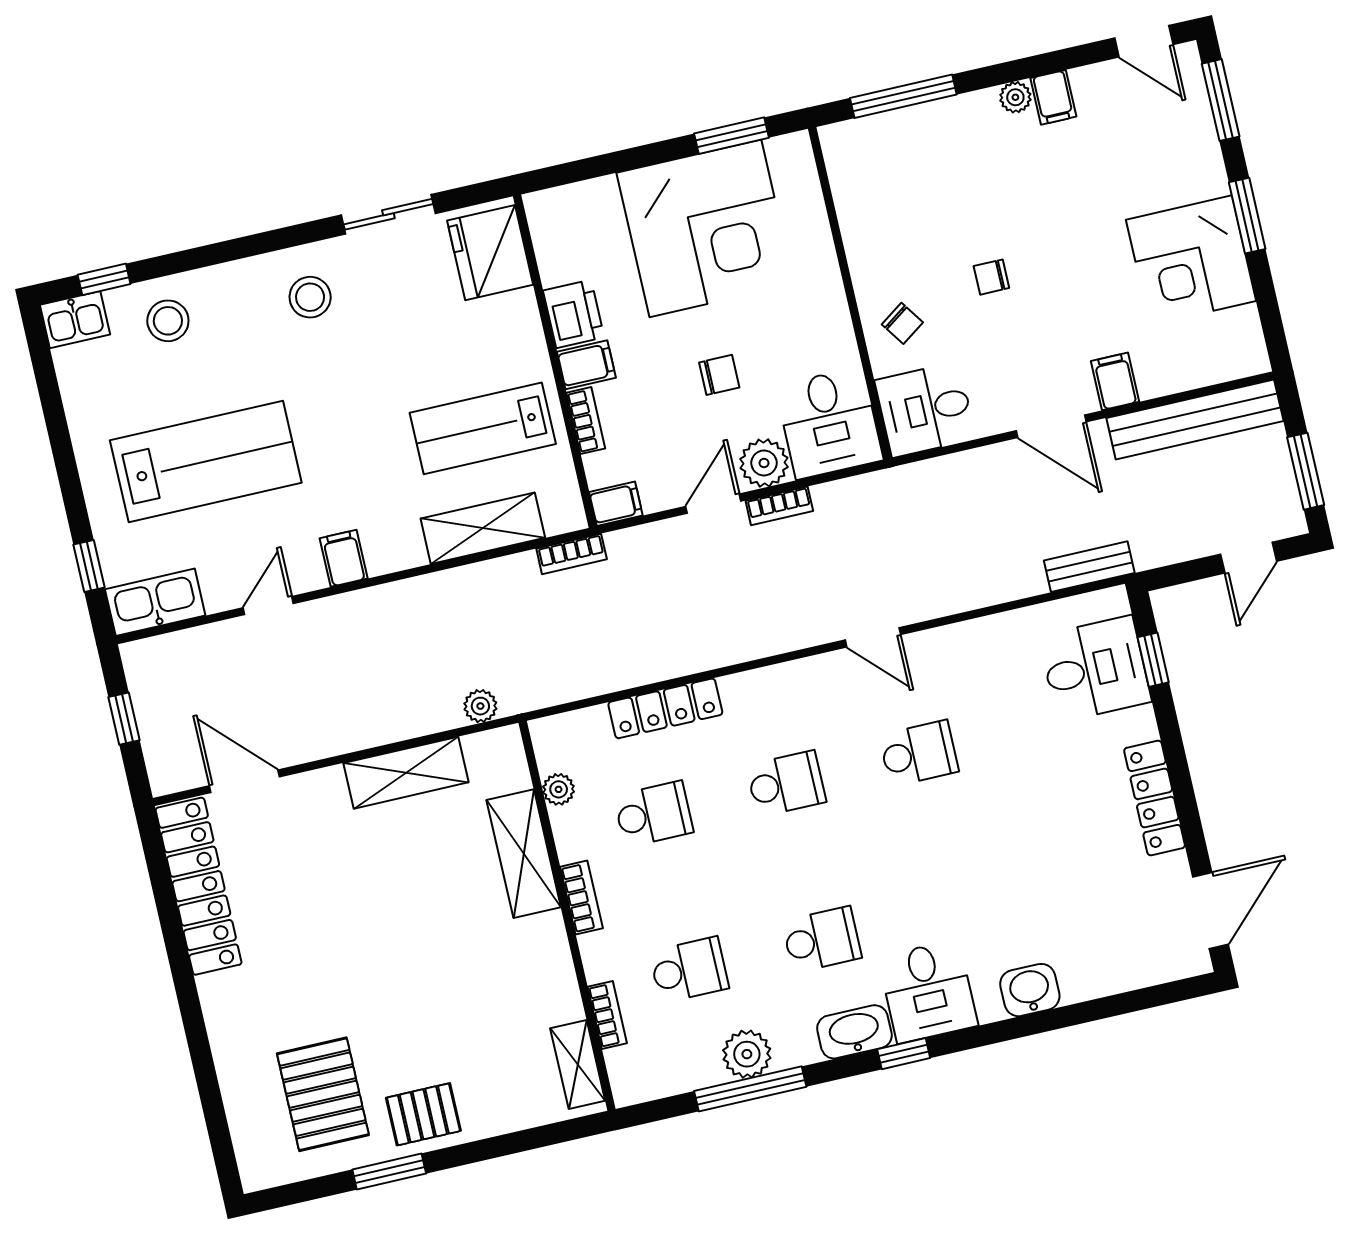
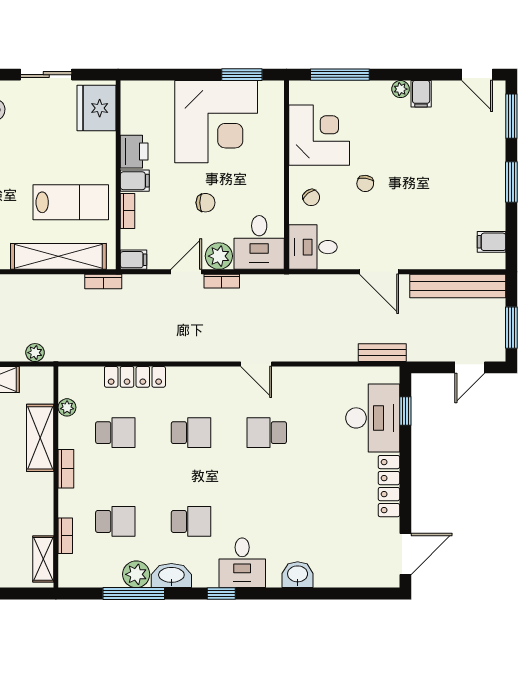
corner desk: (1191, 260) -> (319, 135), moved, turned 180
chair: (991, 277) -> (365, 183), turned -82
filing cabinet: (1115, 381) -> (492, 242), moved, turned -90
lab bench: (483, 428) -> (71, 202), turned 180
shelving: (483, 528) -> (58, 256), width x1.47
desk: (1095, 669) -> (373, 418), width x1.37
school desk: (919, 753) -> (267, 433), turned 180
washbasin: (854, 1032) -> (171, 576), moved

